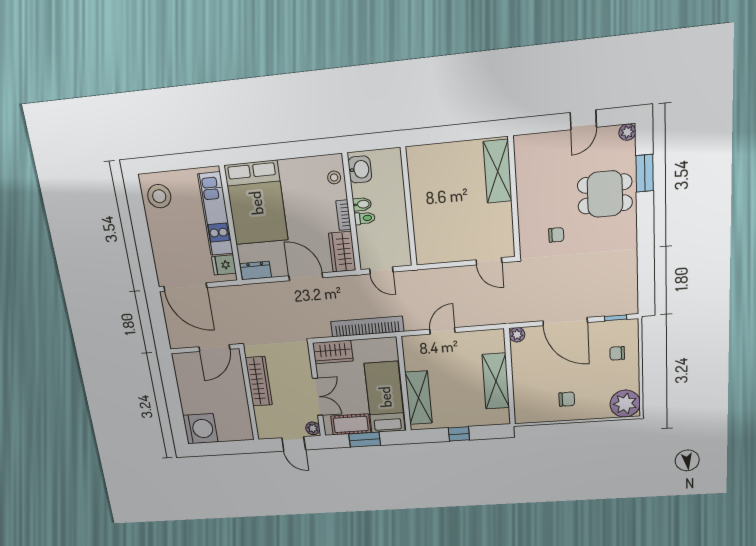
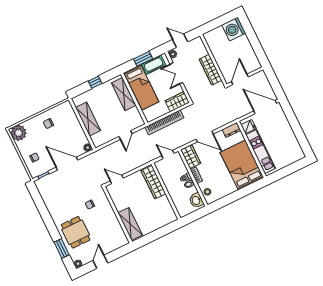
dining table: (605, 194) -> (76, 232), turned 90
stool: (159, 196) -> (292, 150), removed
wardrobe: (425, 232) -> (153, 182), added

